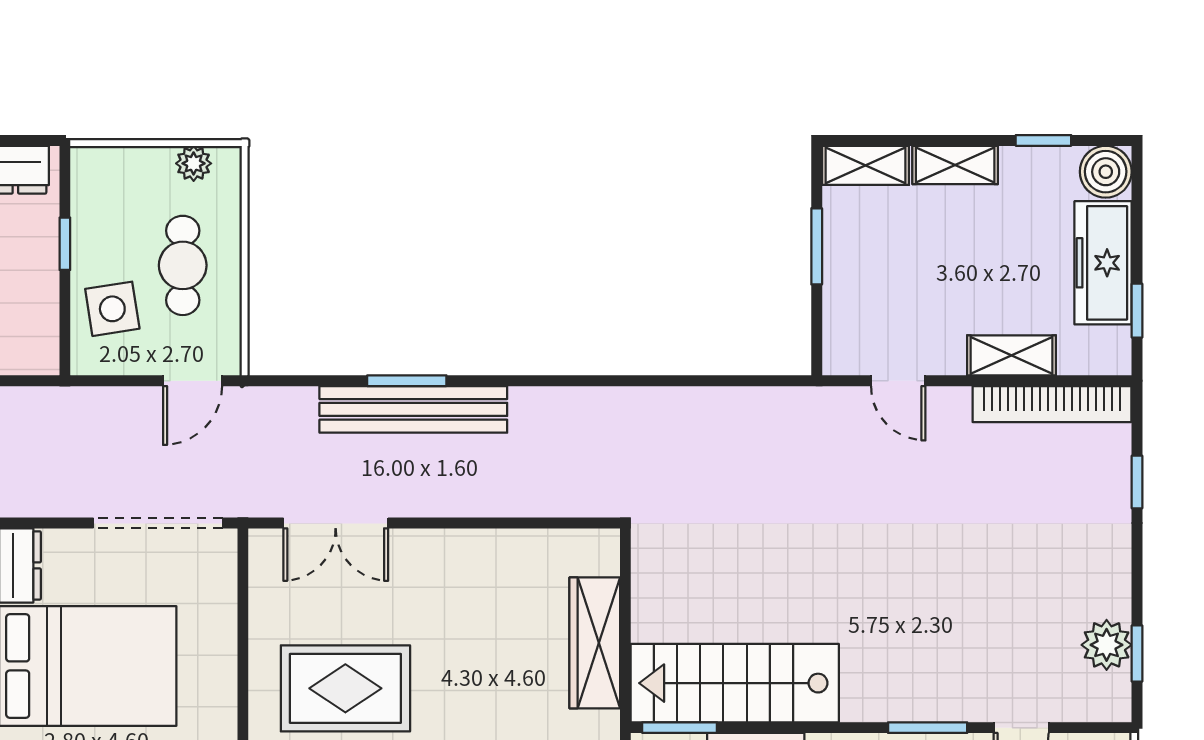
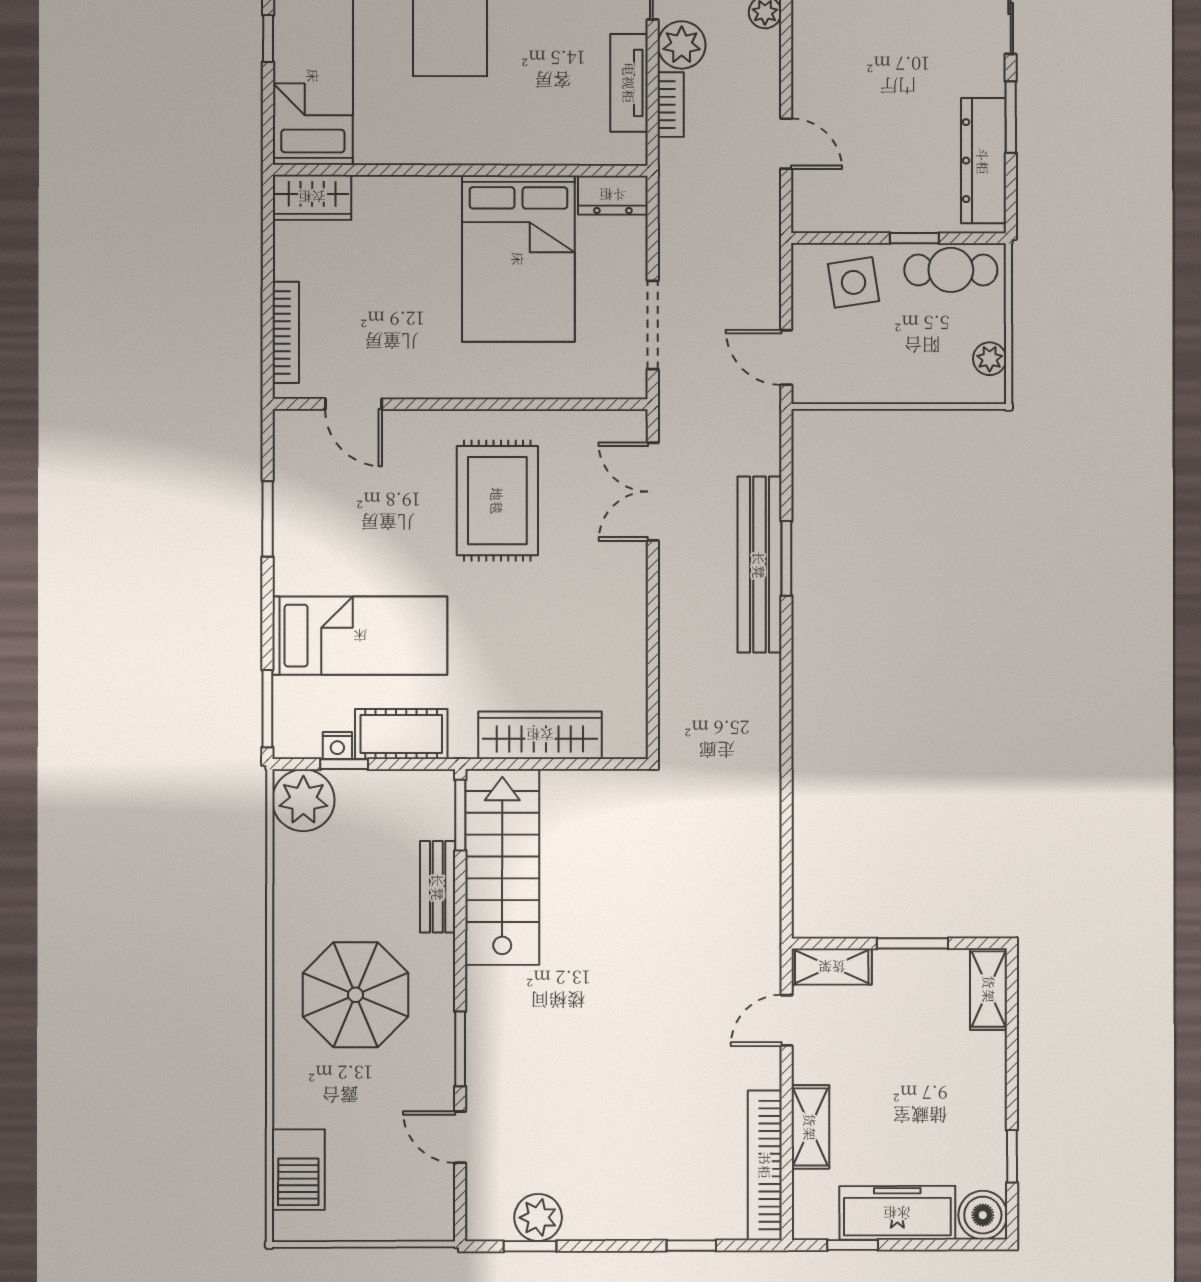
shelving: (955, 165) -> (832, 967), moved, turned 90
cafe table: (183, 265) -> (951, 270), moved
doorway: (158, 523) -> (653, 325), width x0.73

